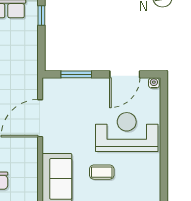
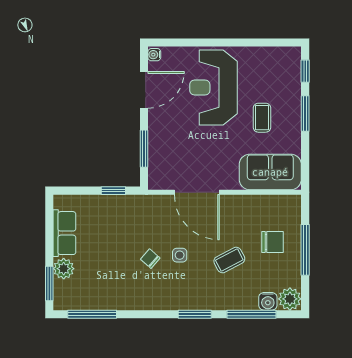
window: (41, 16) -> (113, 191), moved
door: (125, 74) -> (144, 90), hinge flipped

